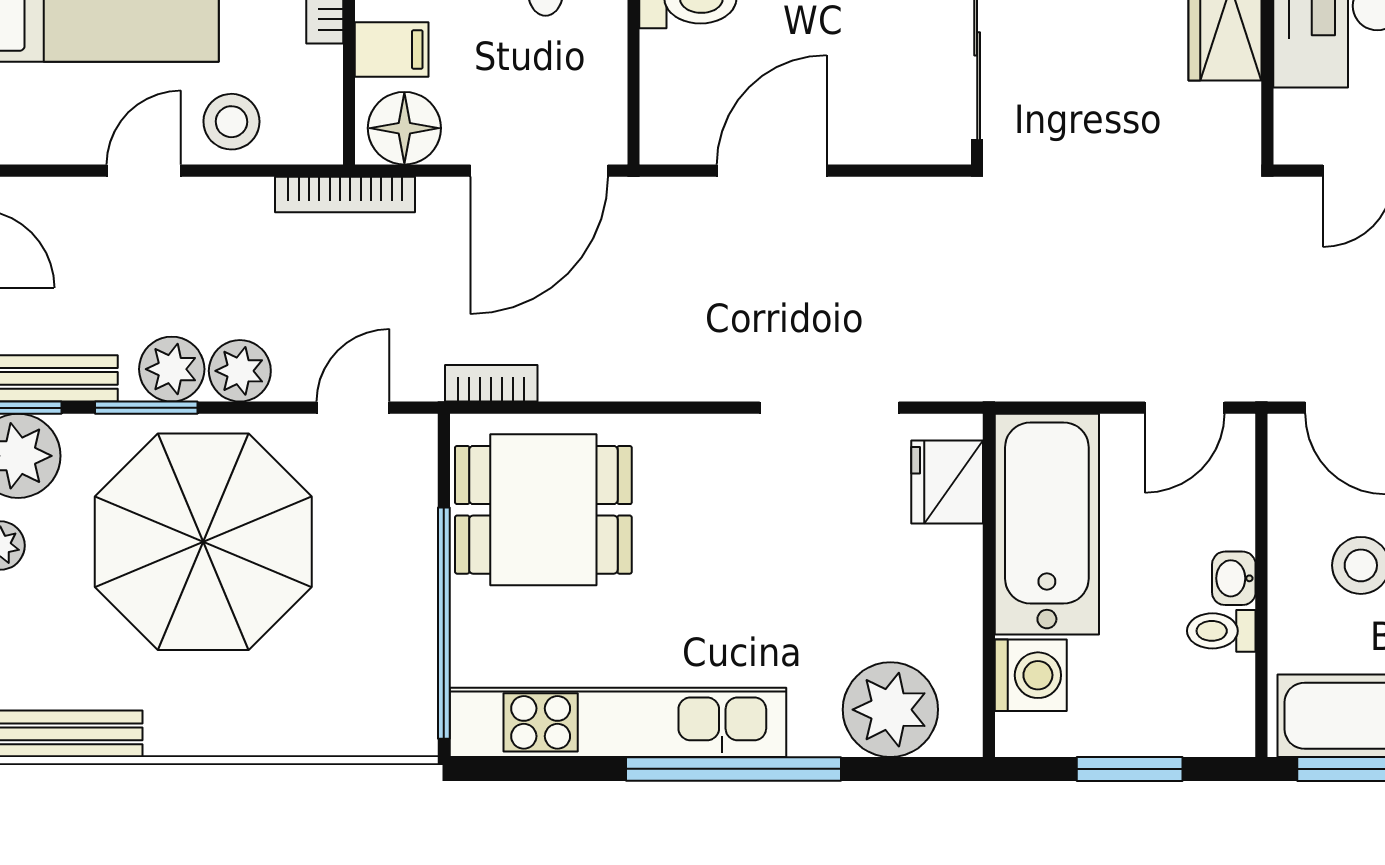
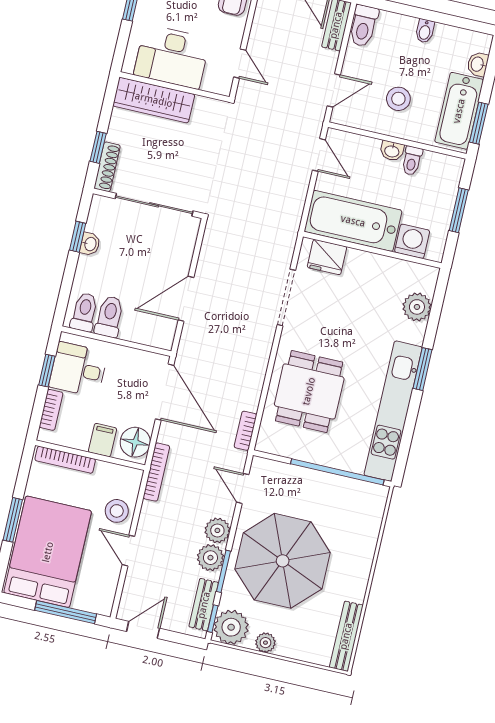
door: (772, 171) -> (186, 299), hinge flipped
dining table: (543, 510) -> (309, 391), moved
plant: (890, 710) -> (417, 307), width x0.73, depth x0.73
window: (734, 769) -> (422, 369), width x0.47

